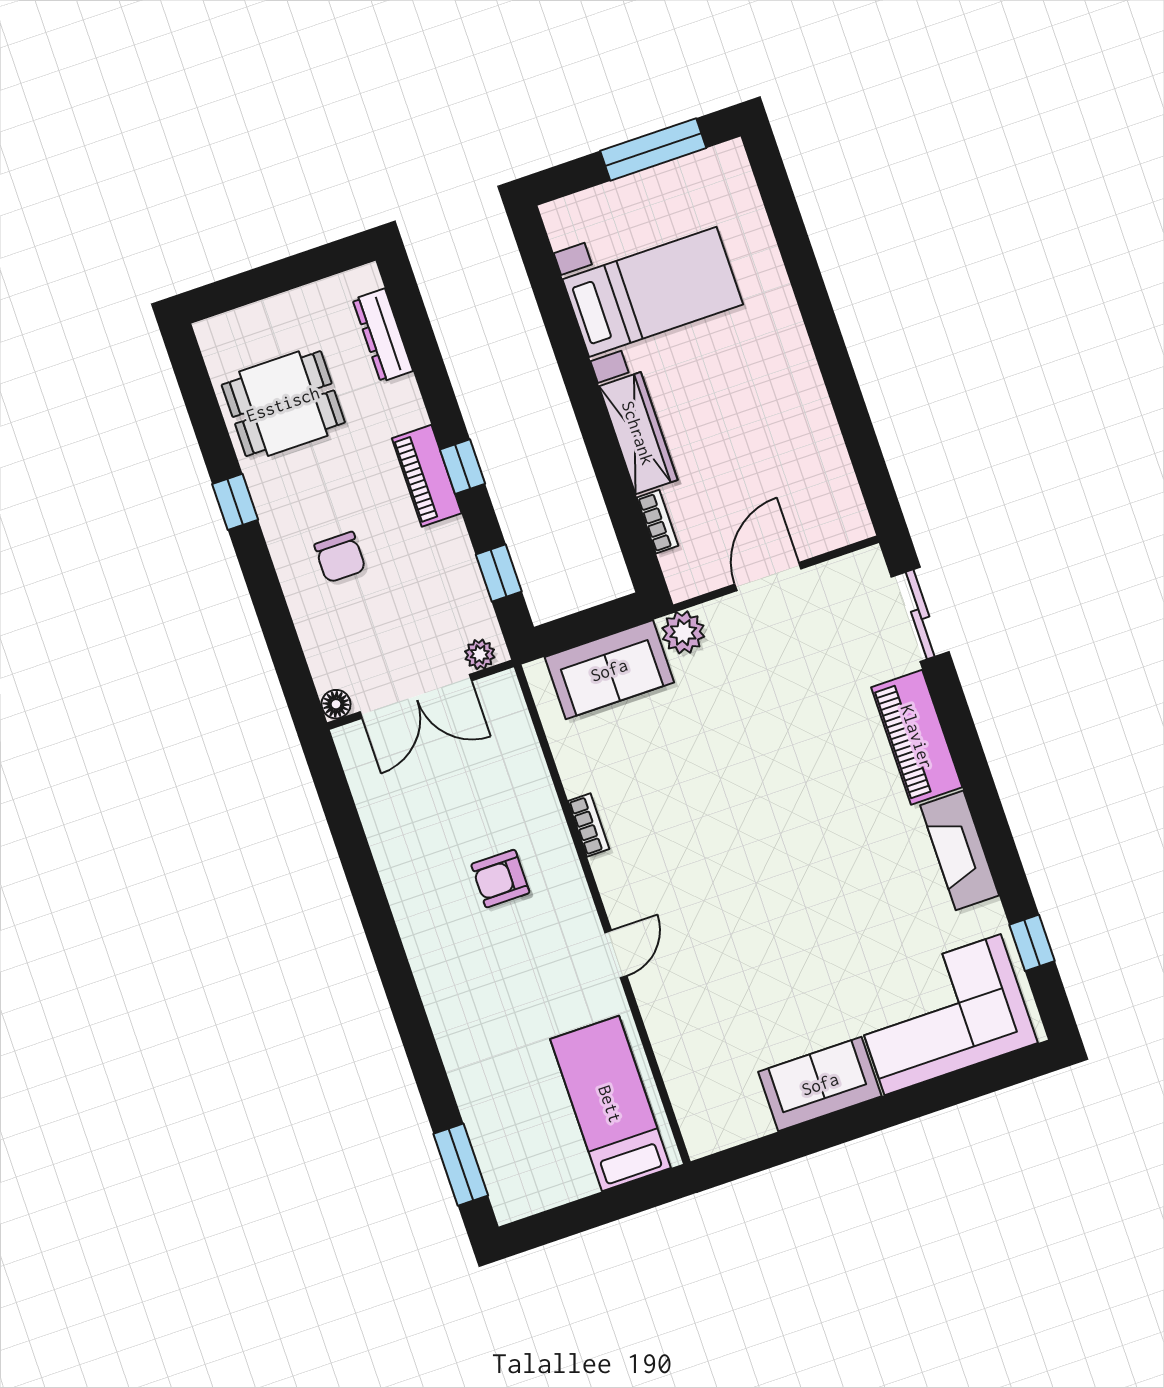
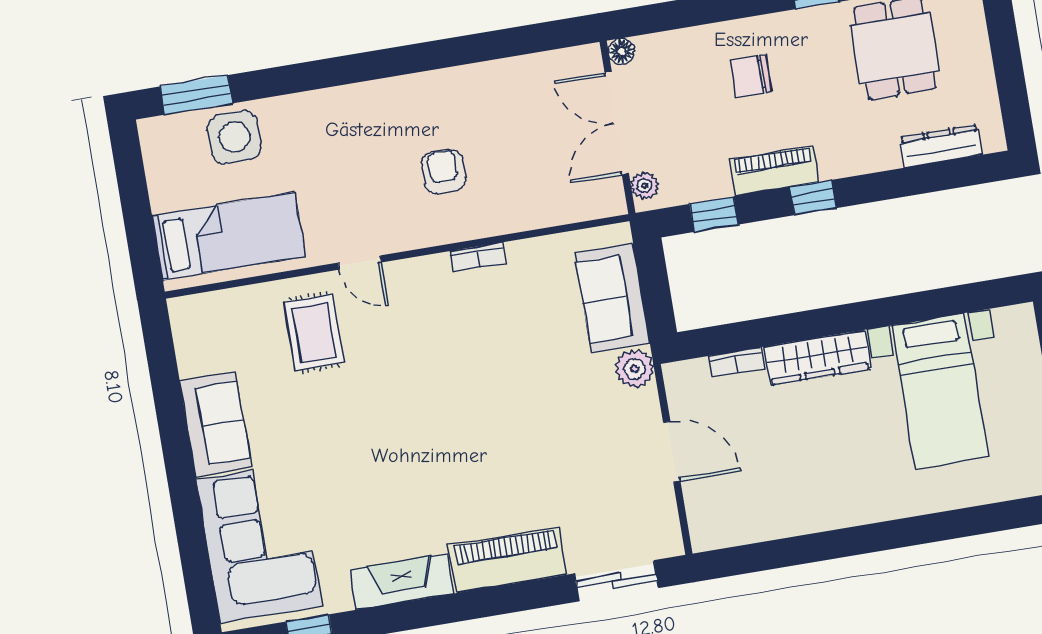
piano: (427, 476) -> (774, 171), moved
rug: (701, 992) -> (314, 332), added
side table: (500, 1115) -> (235, 137), added

